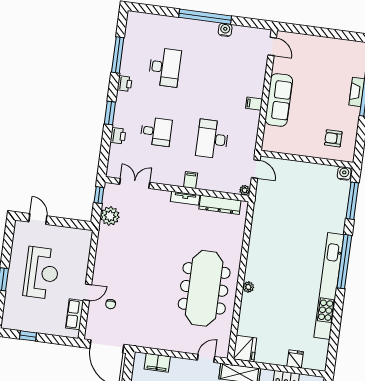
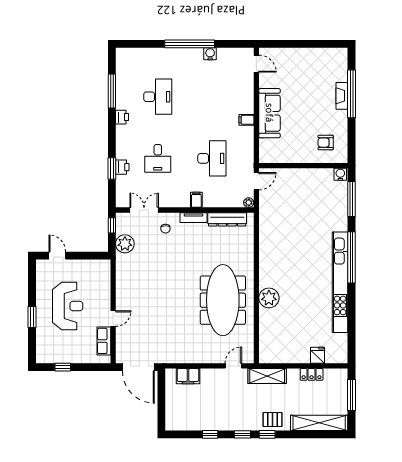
window: (110, 113) -> (112, 168), moved
desk: (156, 132) -> (158, 158), turned 90
desk: (212, 139) -> (212, 158), turned 180
door: (256, 169) -> (256, 181), hinge flipped
plant: (248, 287) -> (269, 298), width x1.88, depth x1.88
chair: (111, 304) -> (165, 229), moved
fridge: (245, 349) -> (269, 352), removed

